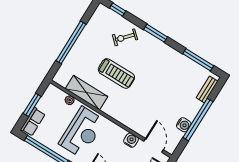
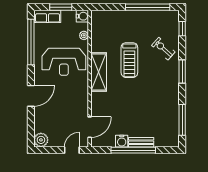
window: (71, 42) -> (148, 7), moved
bench: (207, 89) -> (141, 142), moved
shelving: (86, 93) -> (99, 72), moved
water cooler: (131, 140) -> (82, 16), moved

